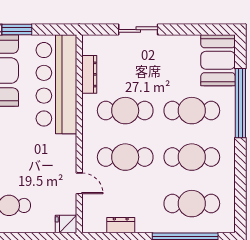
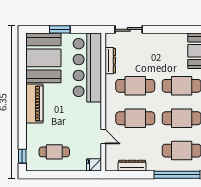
sliding door: (138, 30) -> (129, 29), moved
dresser: (121, 225) -> (132, 166), width x1.44

